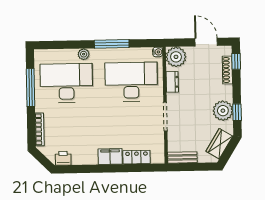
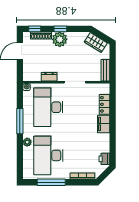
plant: (176, 57) -> (30, 74), removed
plant: (223, 111) -> (60, 39), moved
window: (237, 112) -> (60, 29), moved

